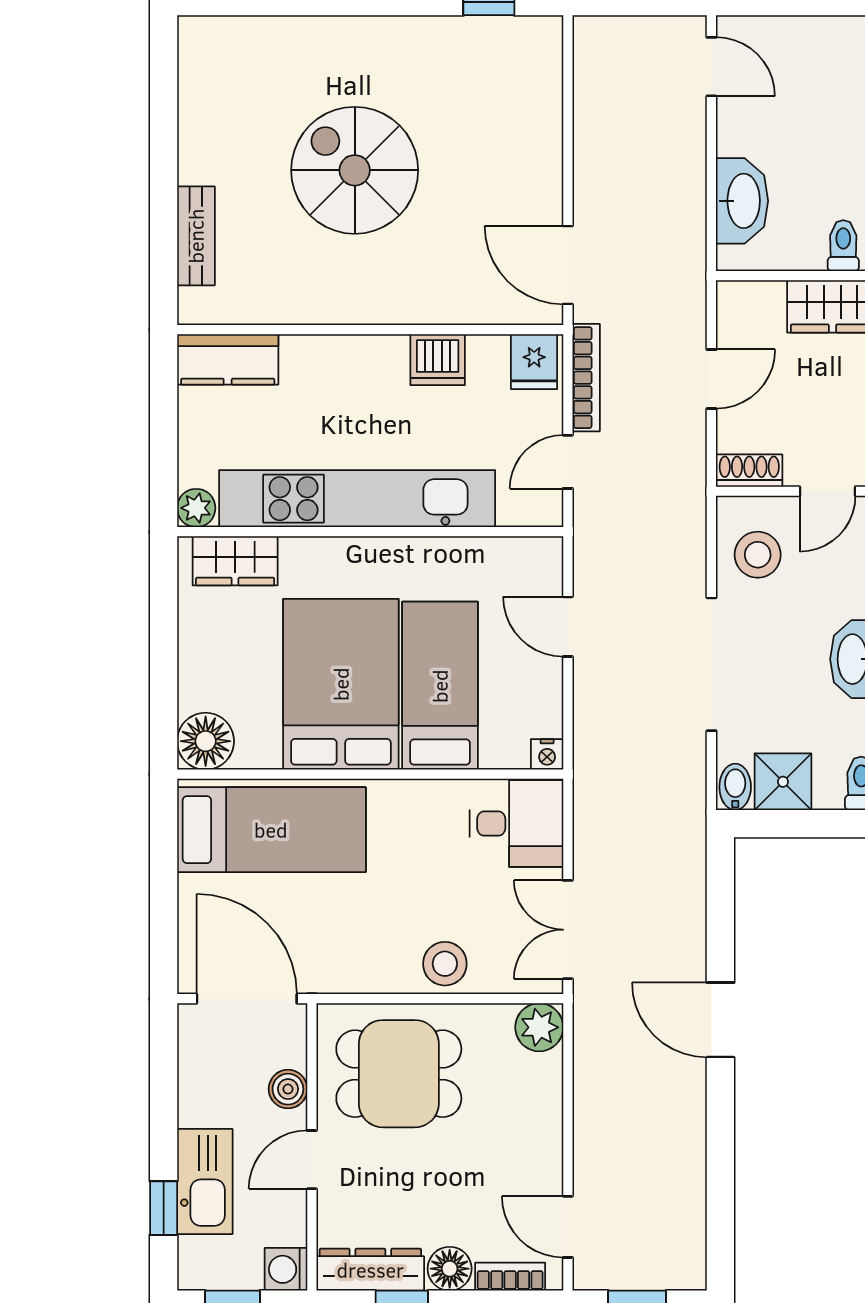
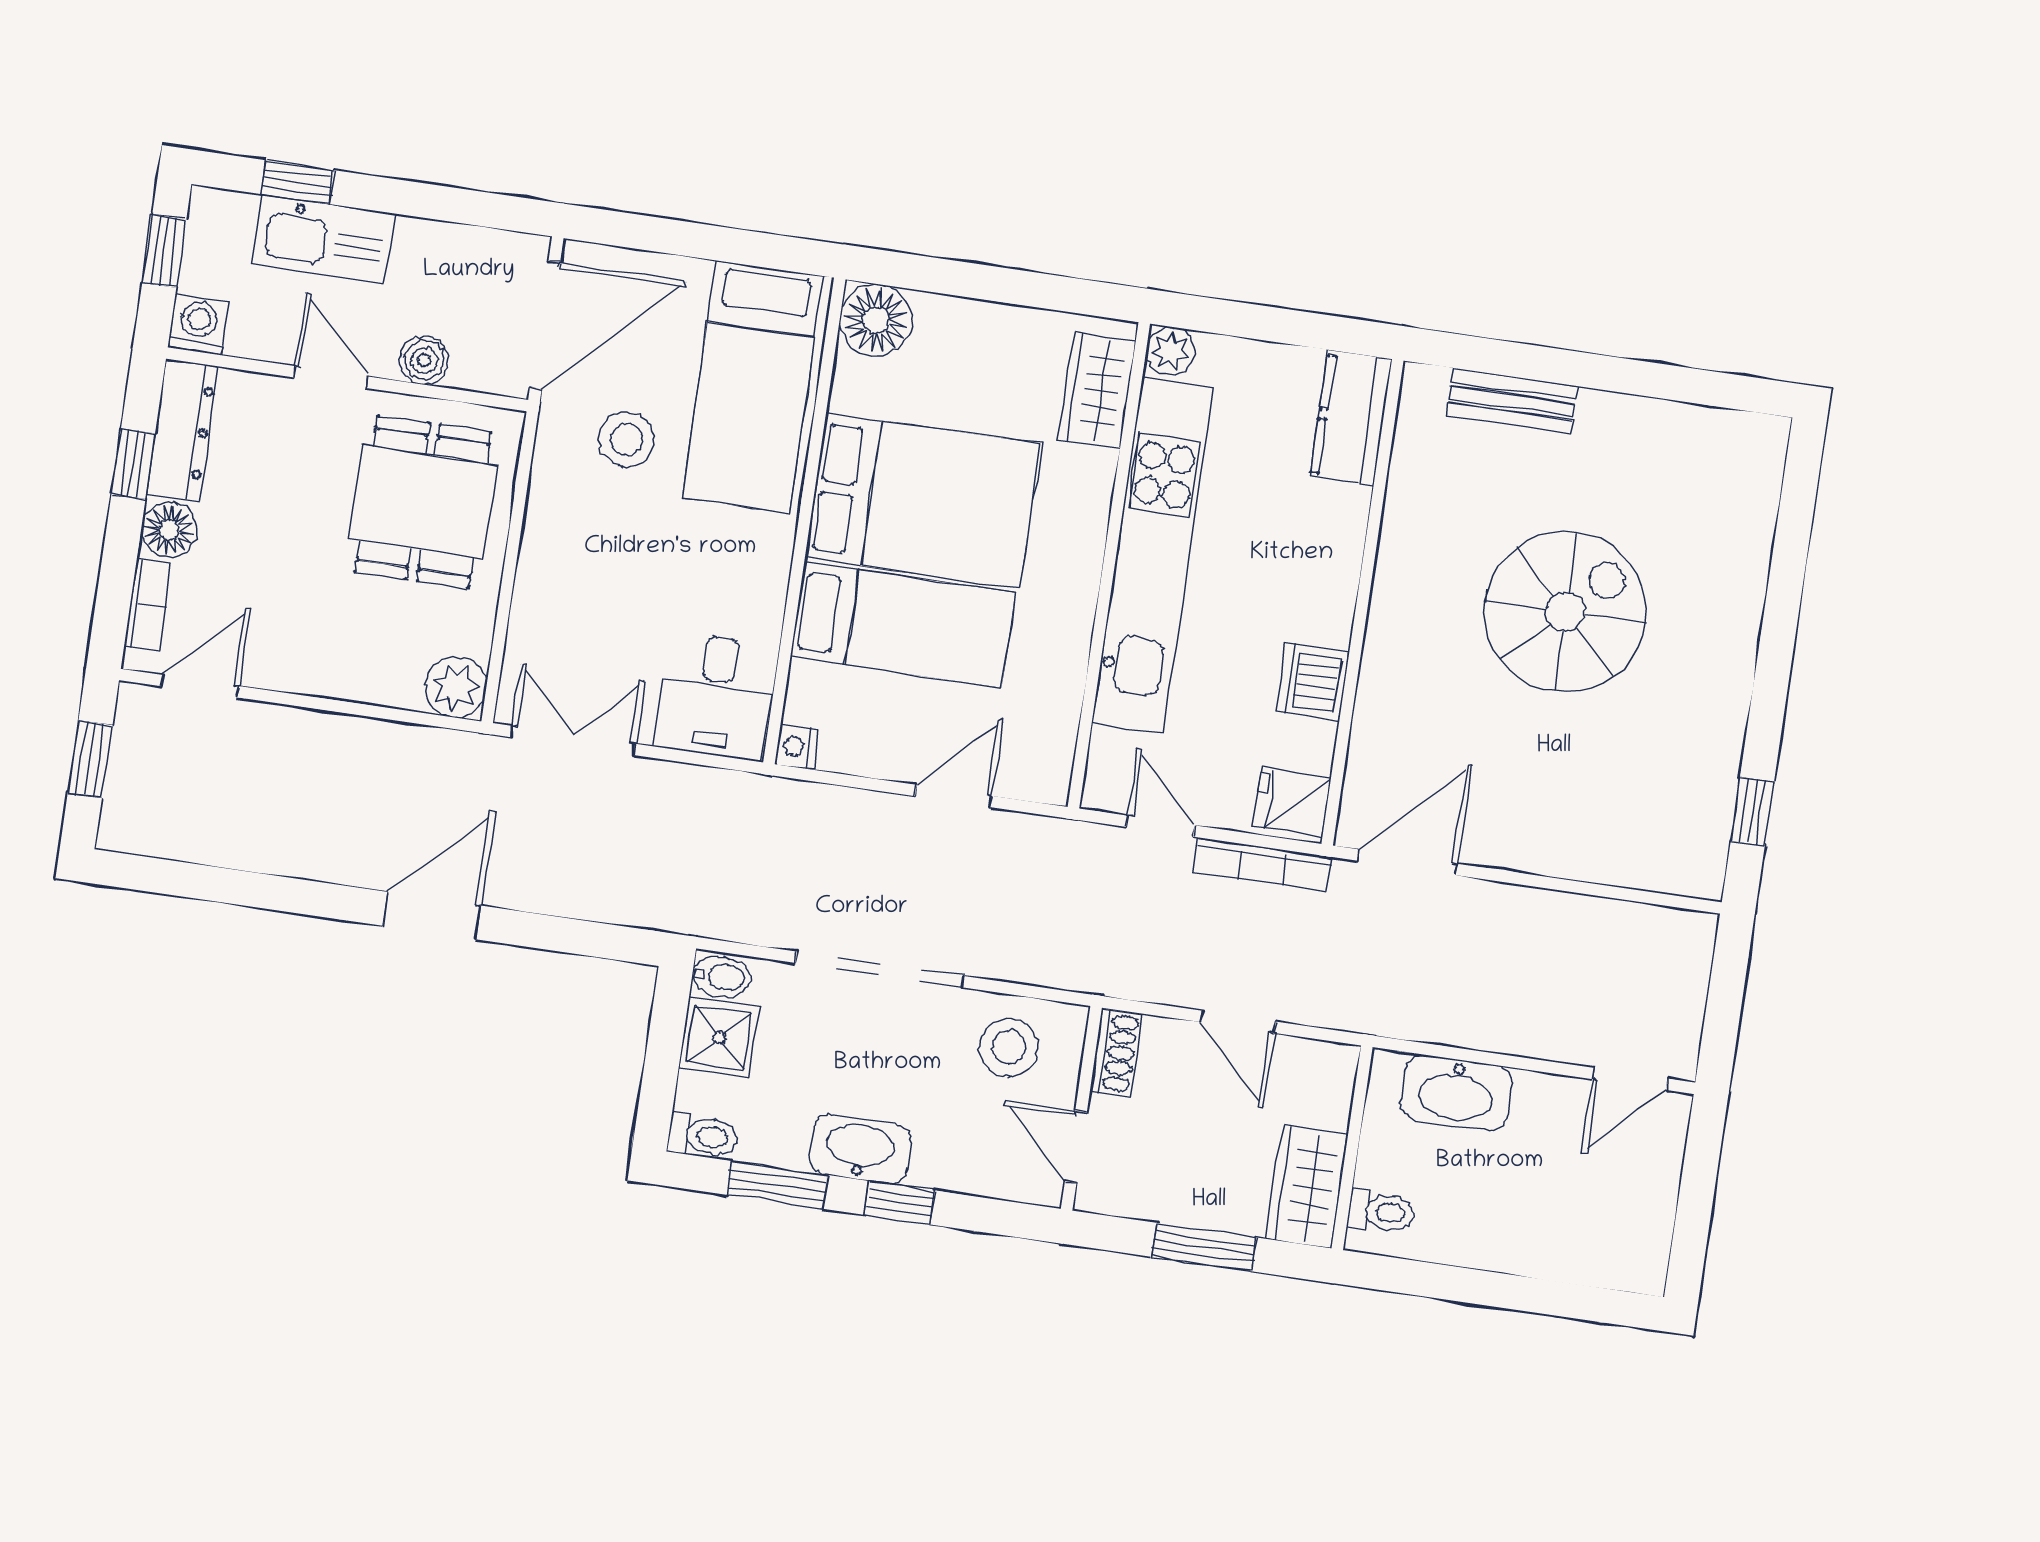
stool: (445, 964) -> (627, 440), moved

